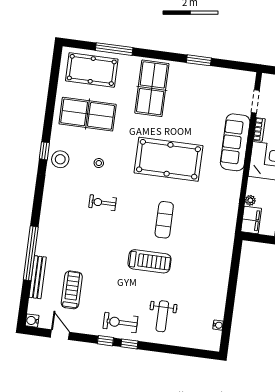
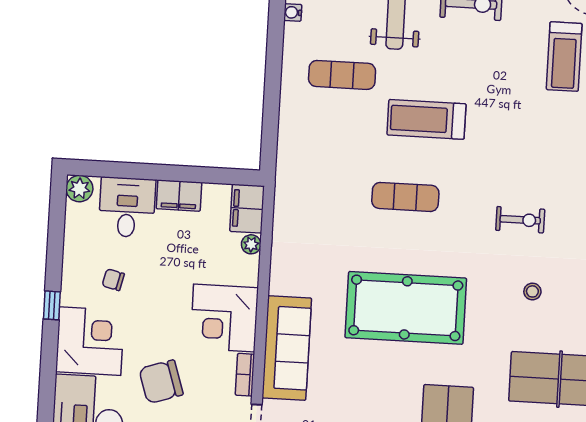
exercise mat: (164, 220) -> (405, 197), turned 90
exercise mat: (194, 289) -> (342, 75), added

